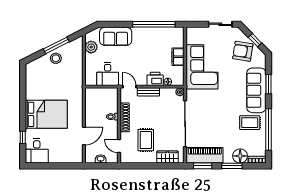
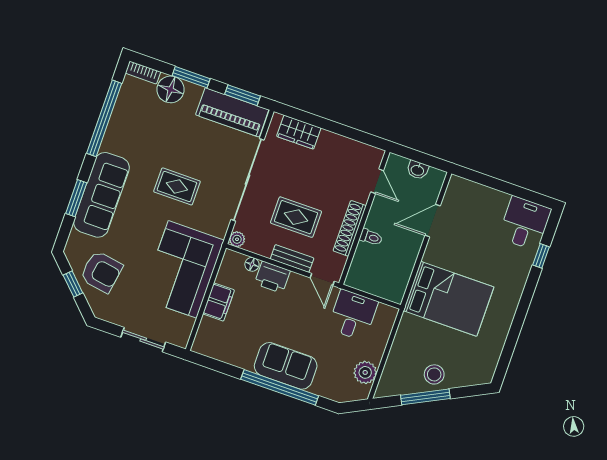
window: (154, 24) -> (280, 387), moved
sliding door: (220, 24) -> (143, 340), moved
sofa: (116, 36) -> (286, 366), moved
bed: (46, 114) -> (449, 299), moved, turned 180
rug: (250, 123) -> (177, 186), moved
rug: (146, 140) -> (296, 217), moved, turned 90

